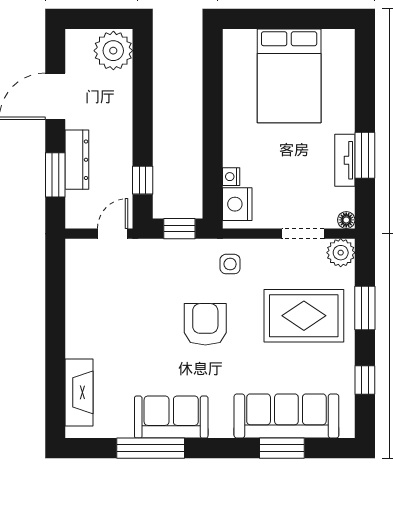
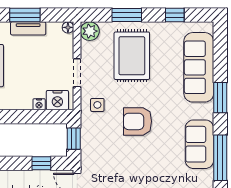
doorway: (303, 234) -> (77, 73), moved
window: (282, 448) -> (220, 98), moved

